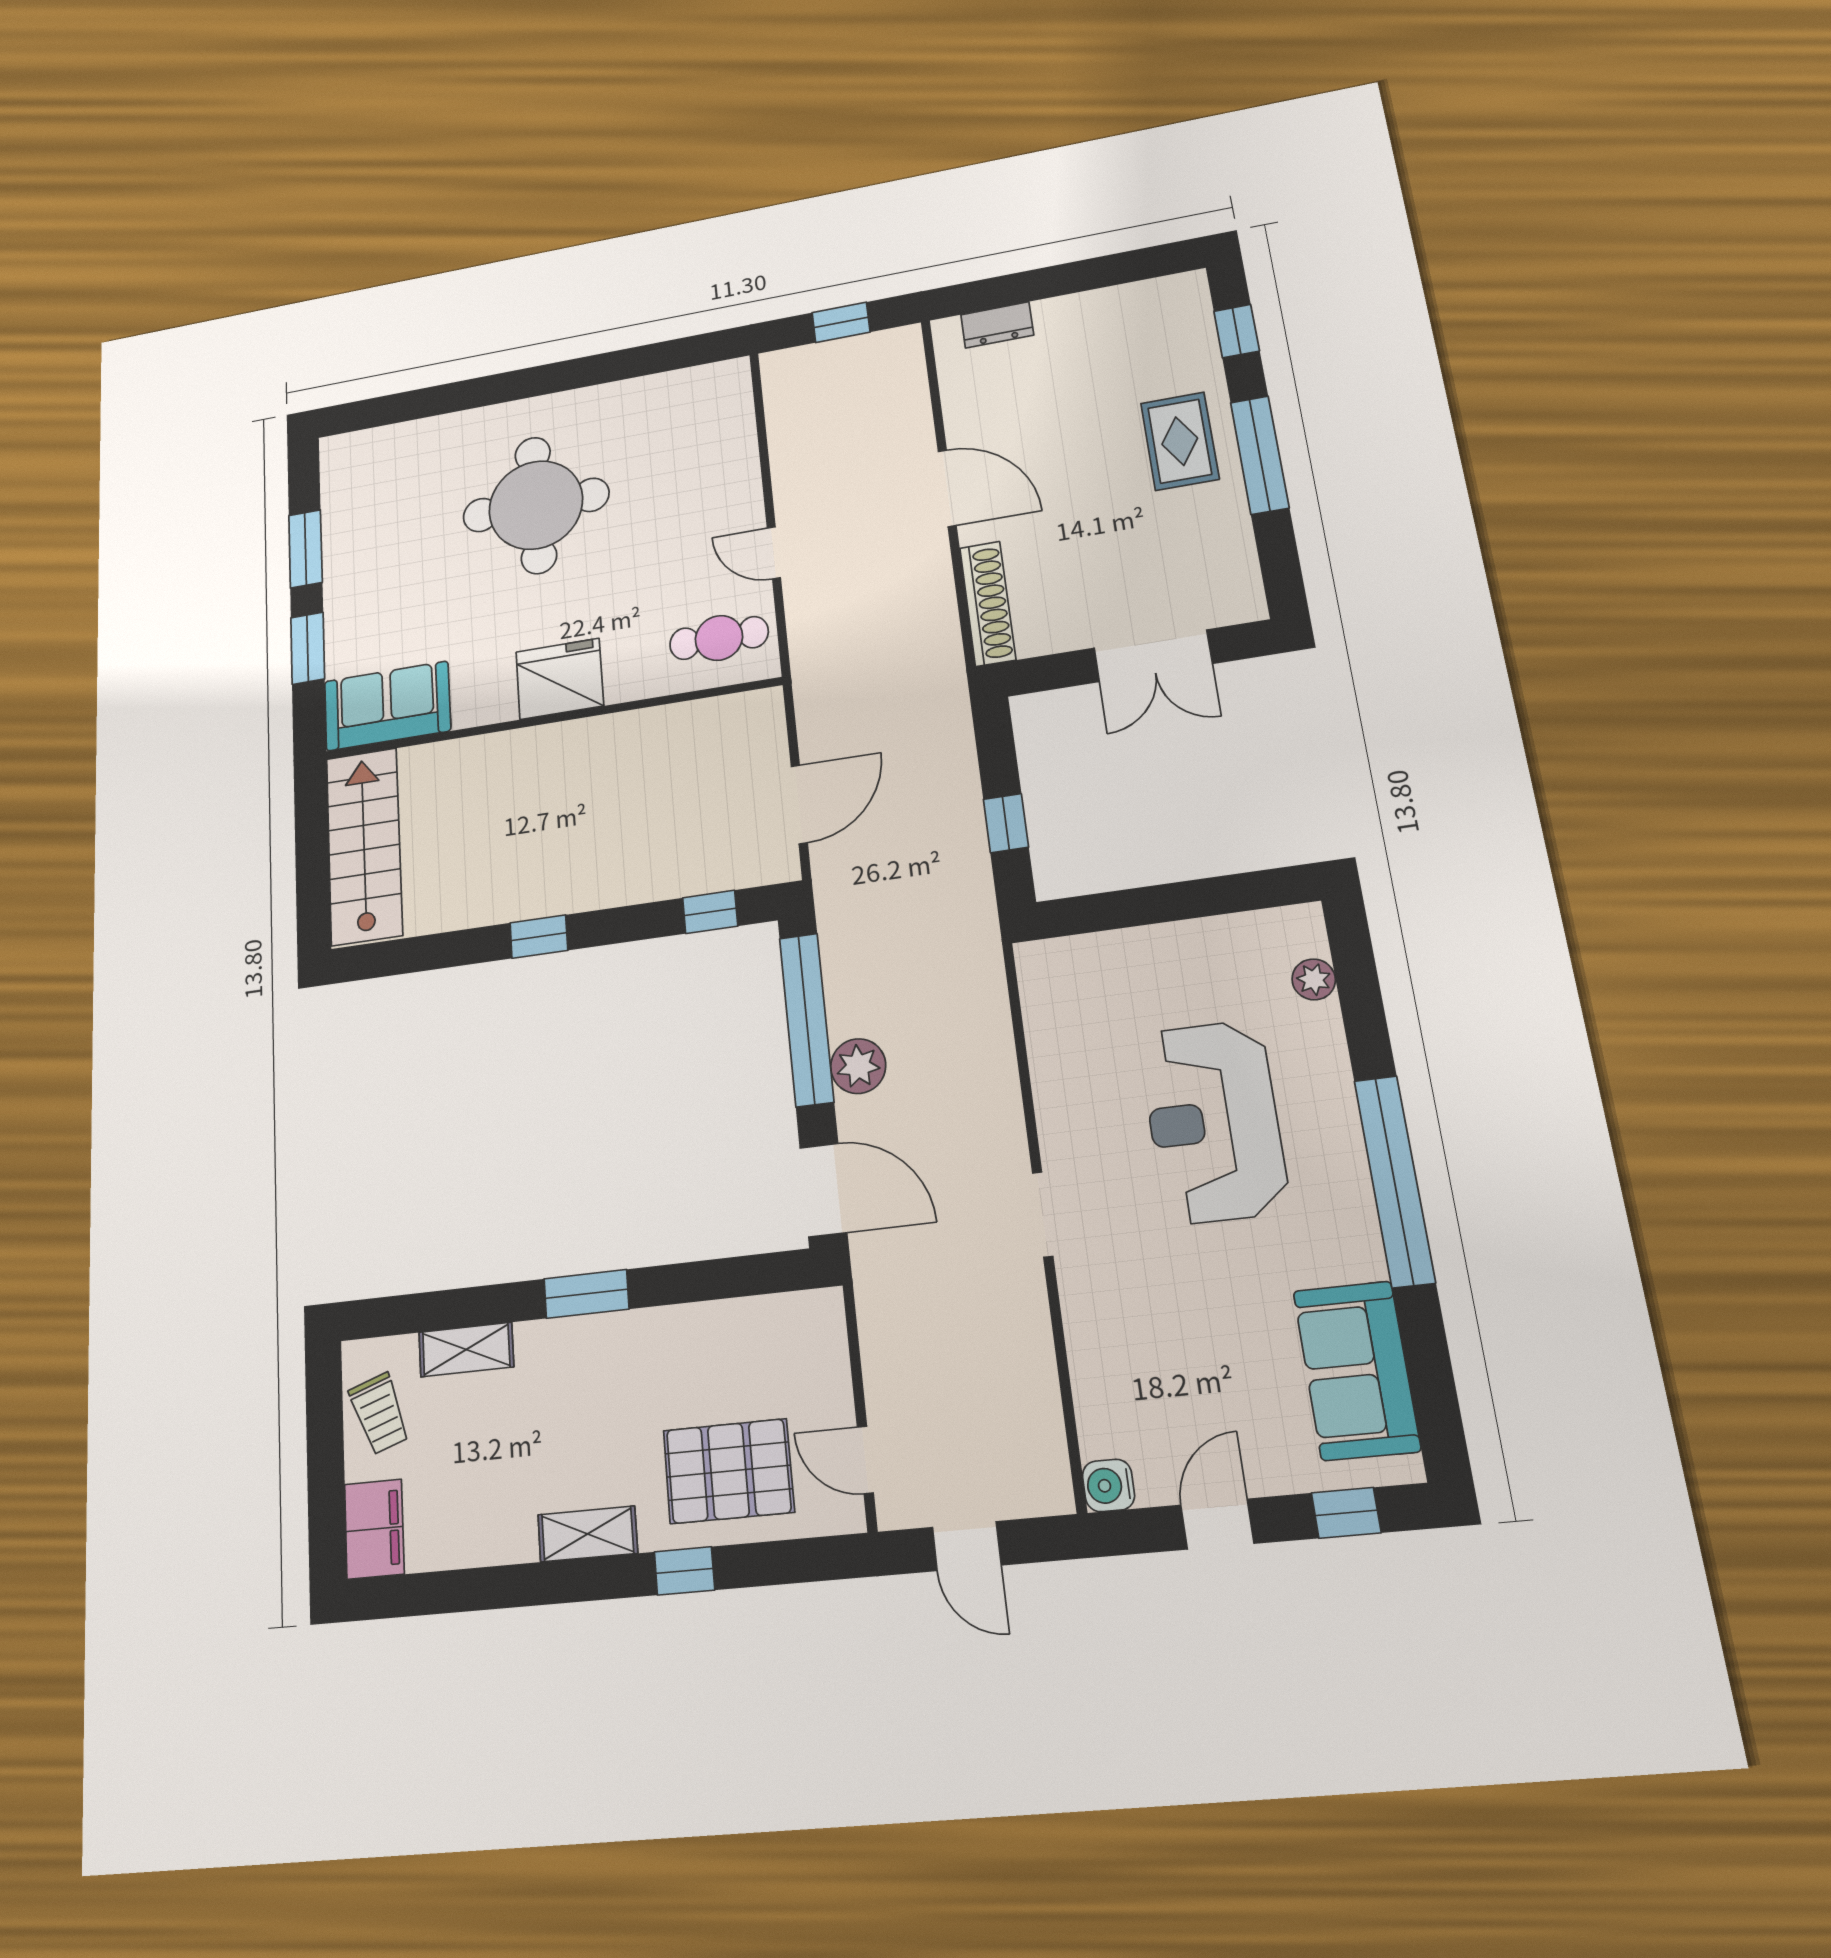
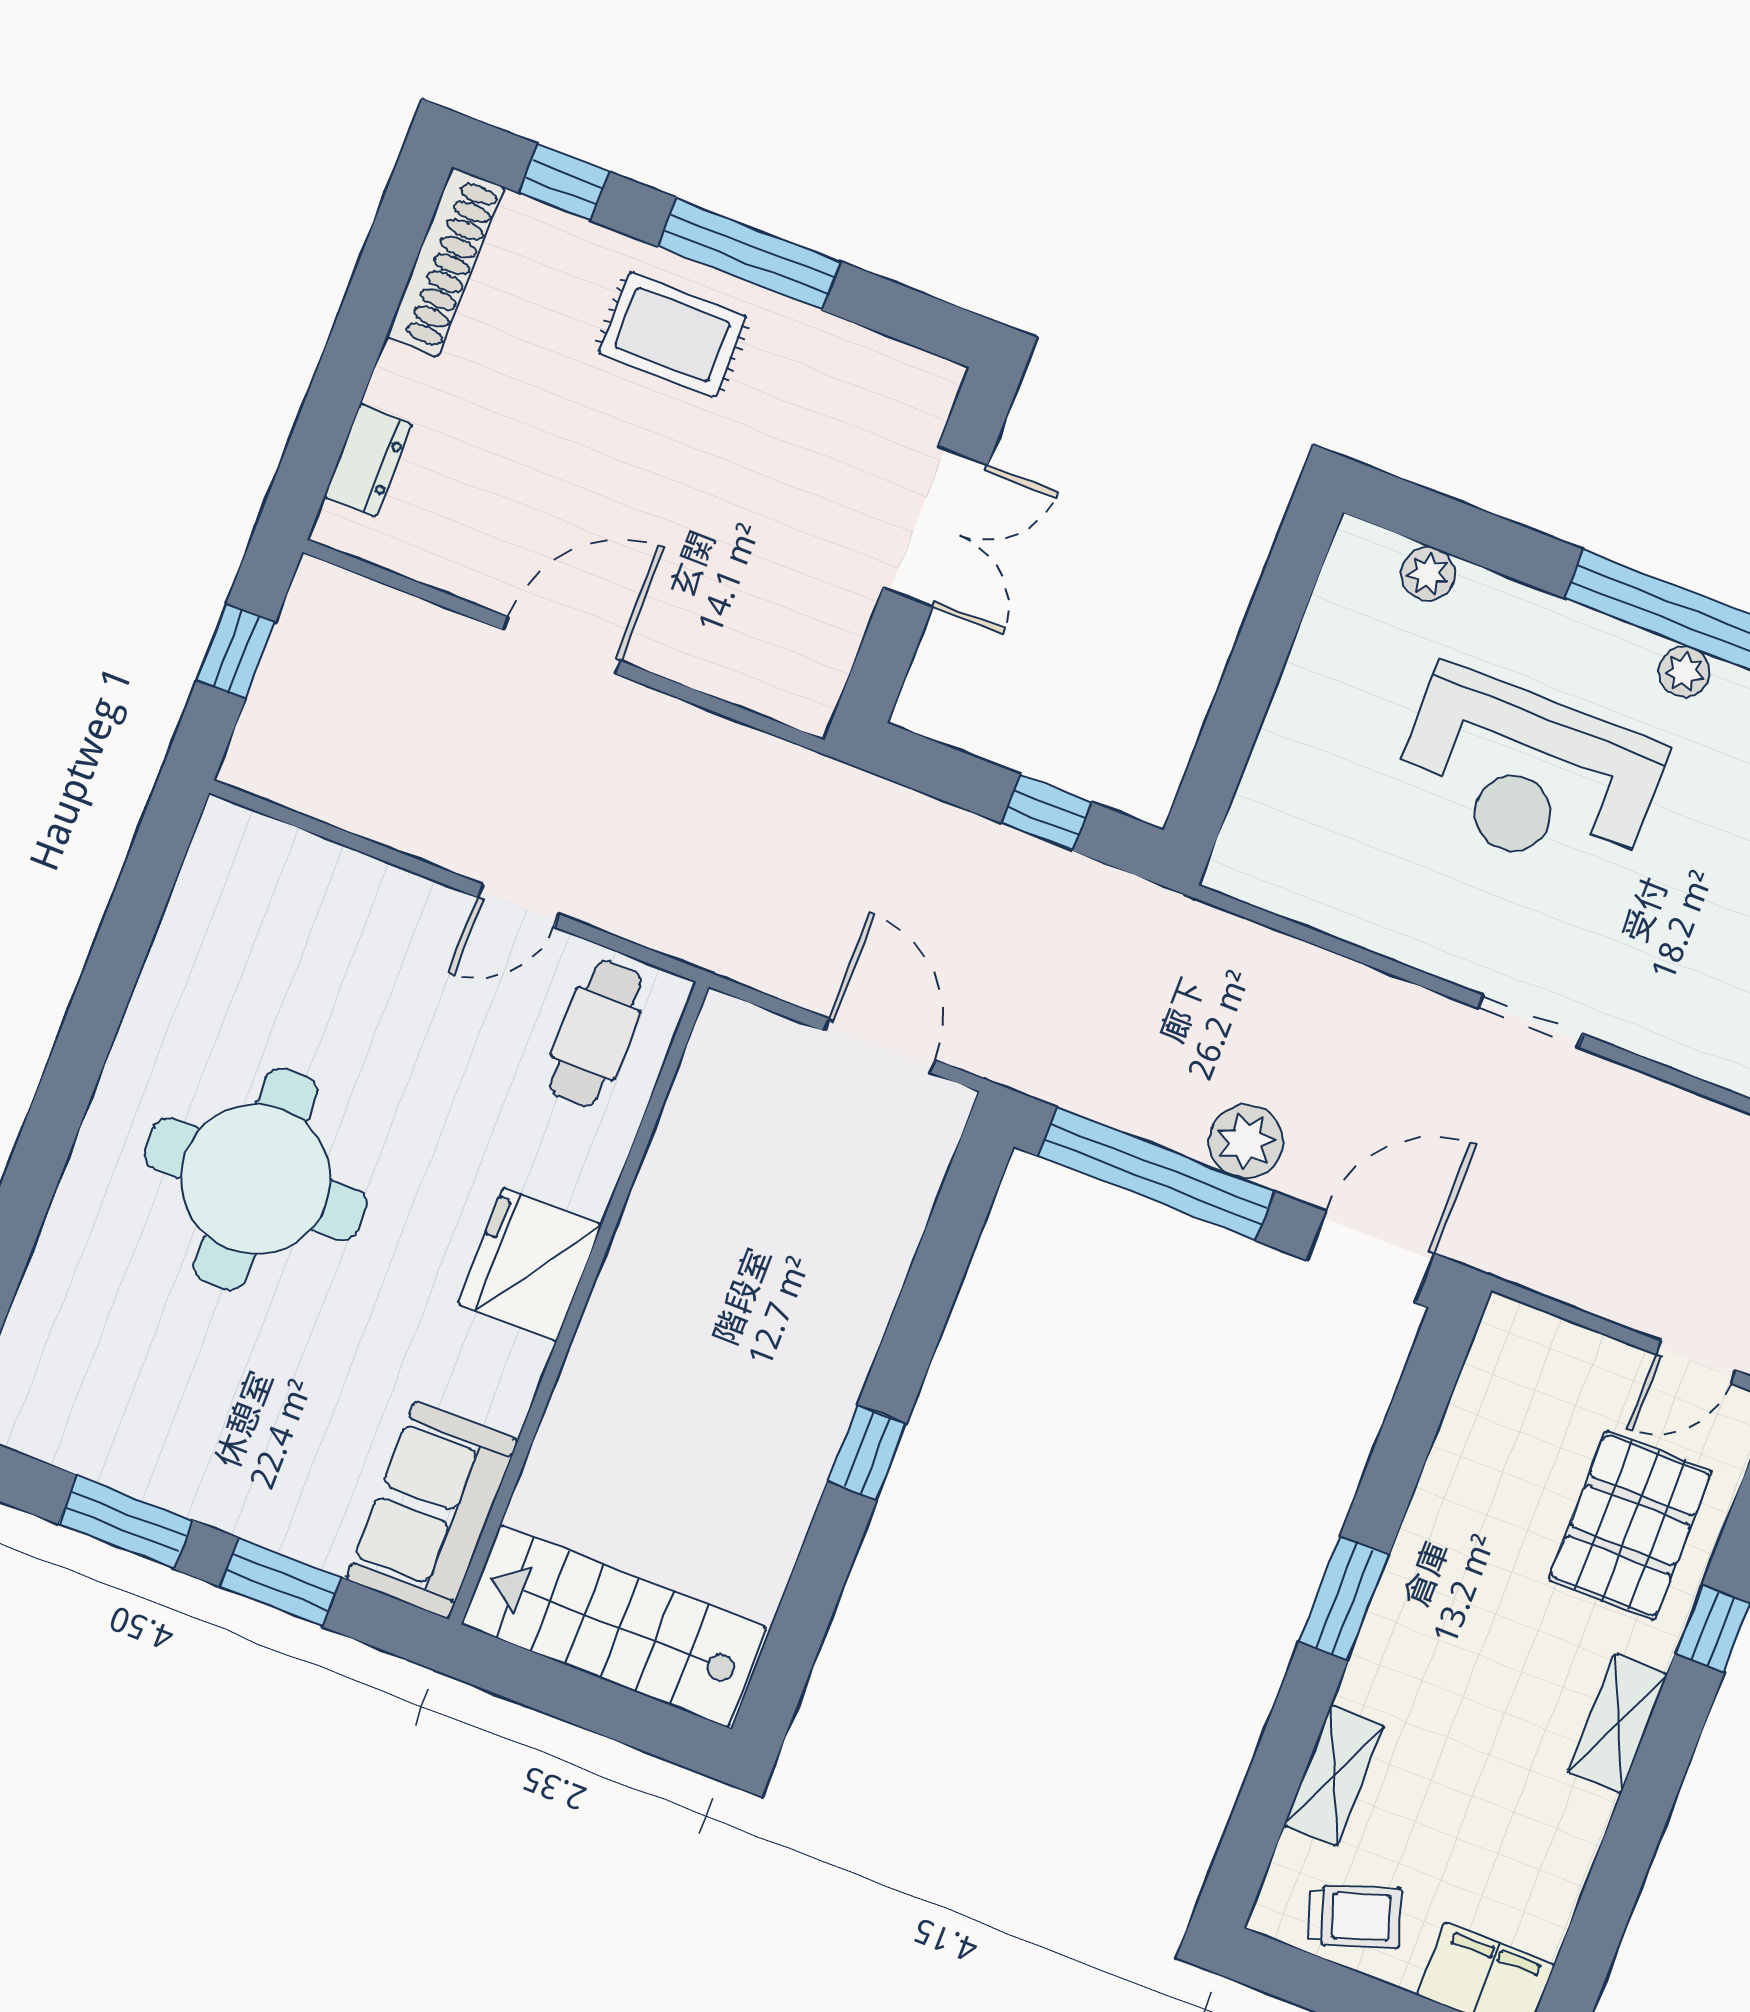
shoe rack: (988, 604) -> (445, 262), moved, turned 90
window: (710, 912) -> (956, 1223), removed
plant: (1353, 1193) -> (1684, 672), added

